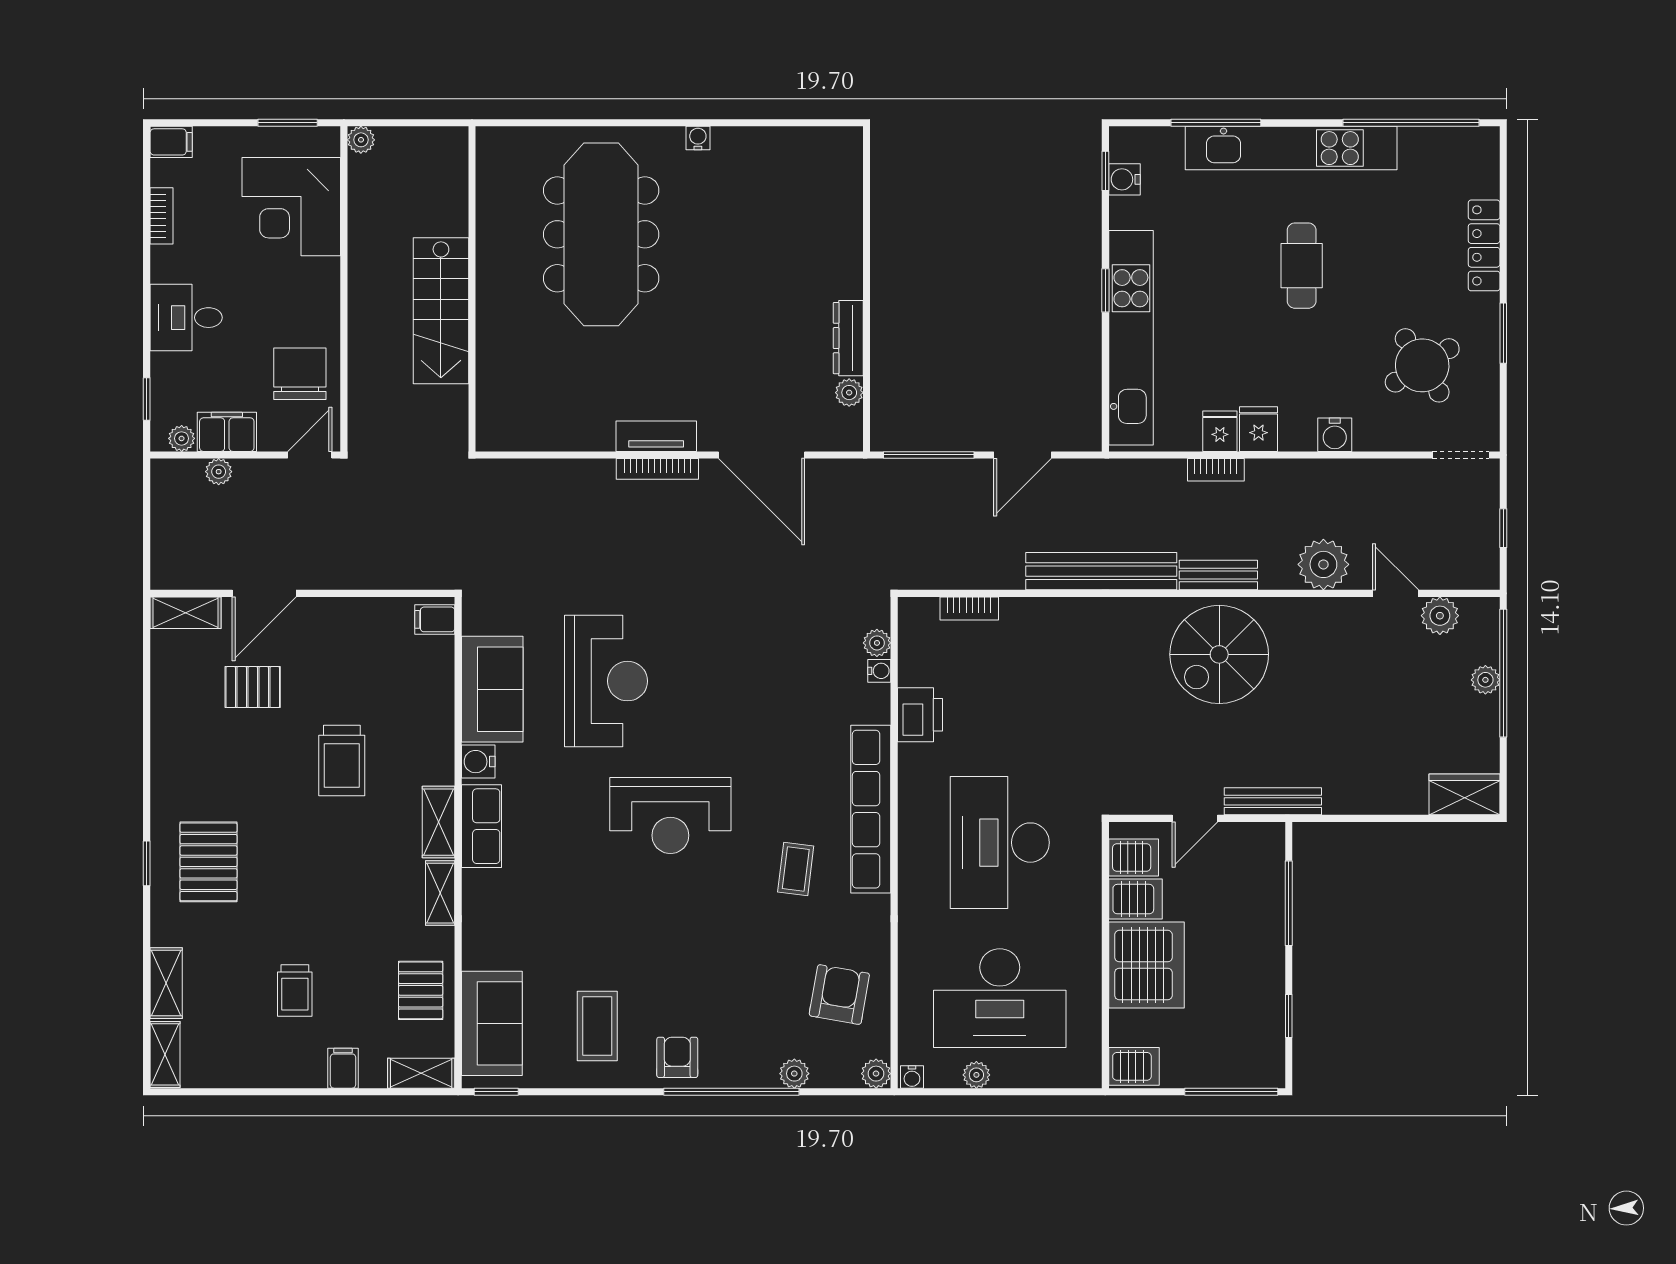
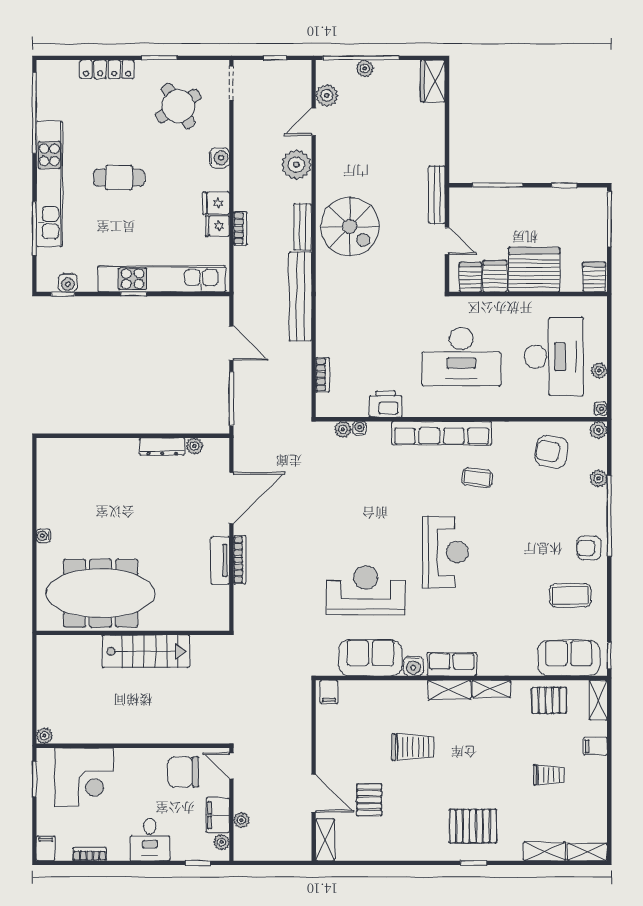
wall: (472, 289) -> (133, 633), moved
stairs: (441, 311) -> (146, 651), moved

